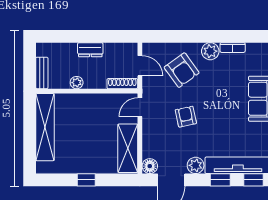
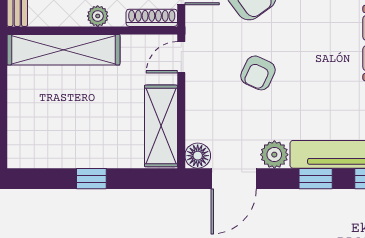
plant: (77, 83) -> (98, 16), moved
armchair: (186, 117) -> (258, 73), turned -143
shelving: (45, 127) -> (63, 50), moved, turned 90

